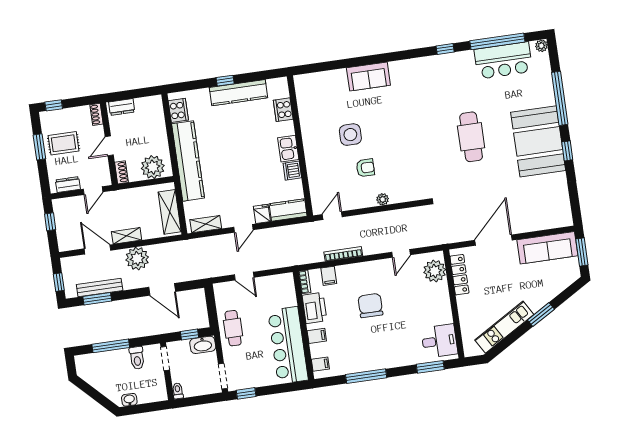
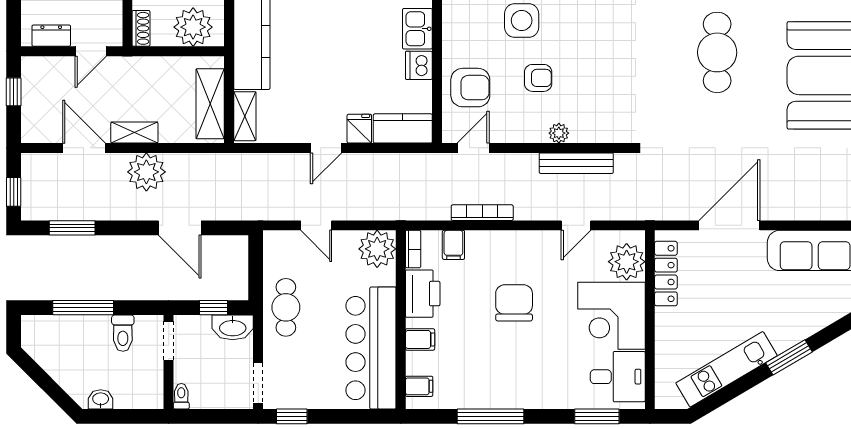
armchair: (325, 180) -> (470, 88), added
shelving: (206, 224) -> (245, 116), moved, turned 90
plant: (283, 285) -> (377, 249), added
bench: (100, 288) -> (576, 163), moved
corner desk: (430, 305) -> (611, 316), added

